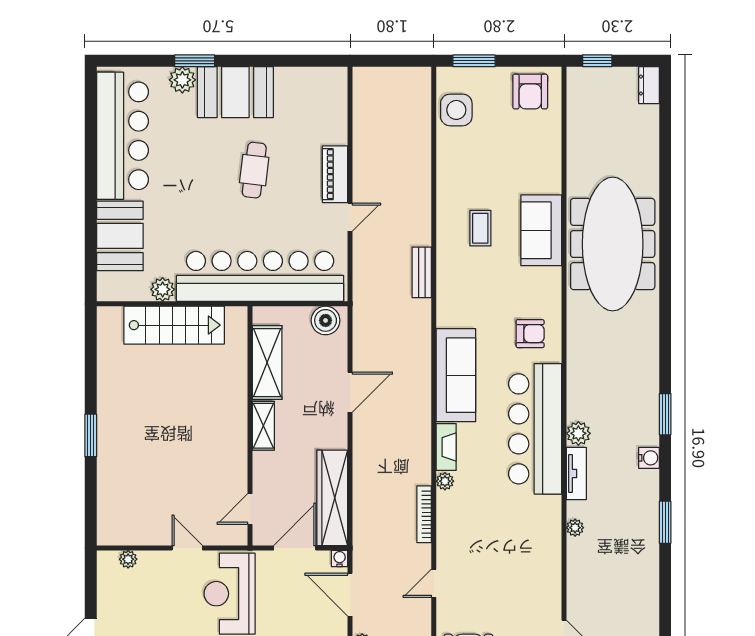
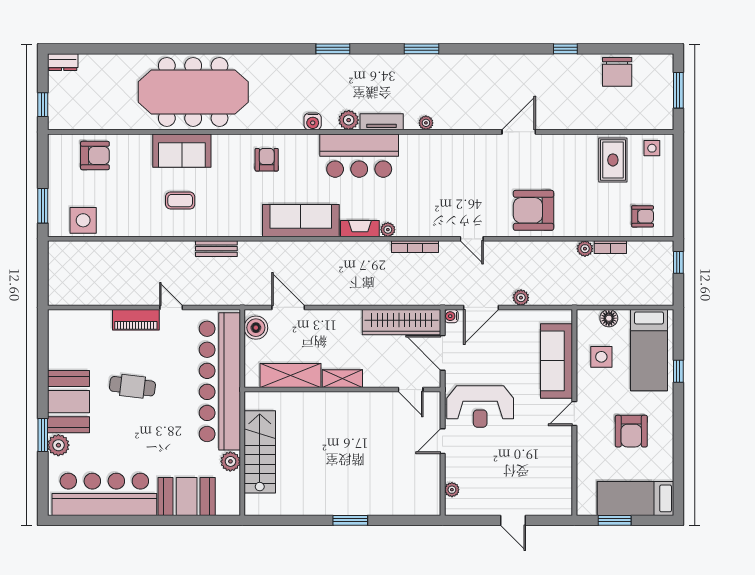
armchair: (530, 92) -> (95, 156), moved
door: (350, 392) -> (288, 307), moved
bar counter: (535, 429) -> (359, 156), width x0.73
water cooler: (649, 458) -> (313, 121), moved, turned 180

